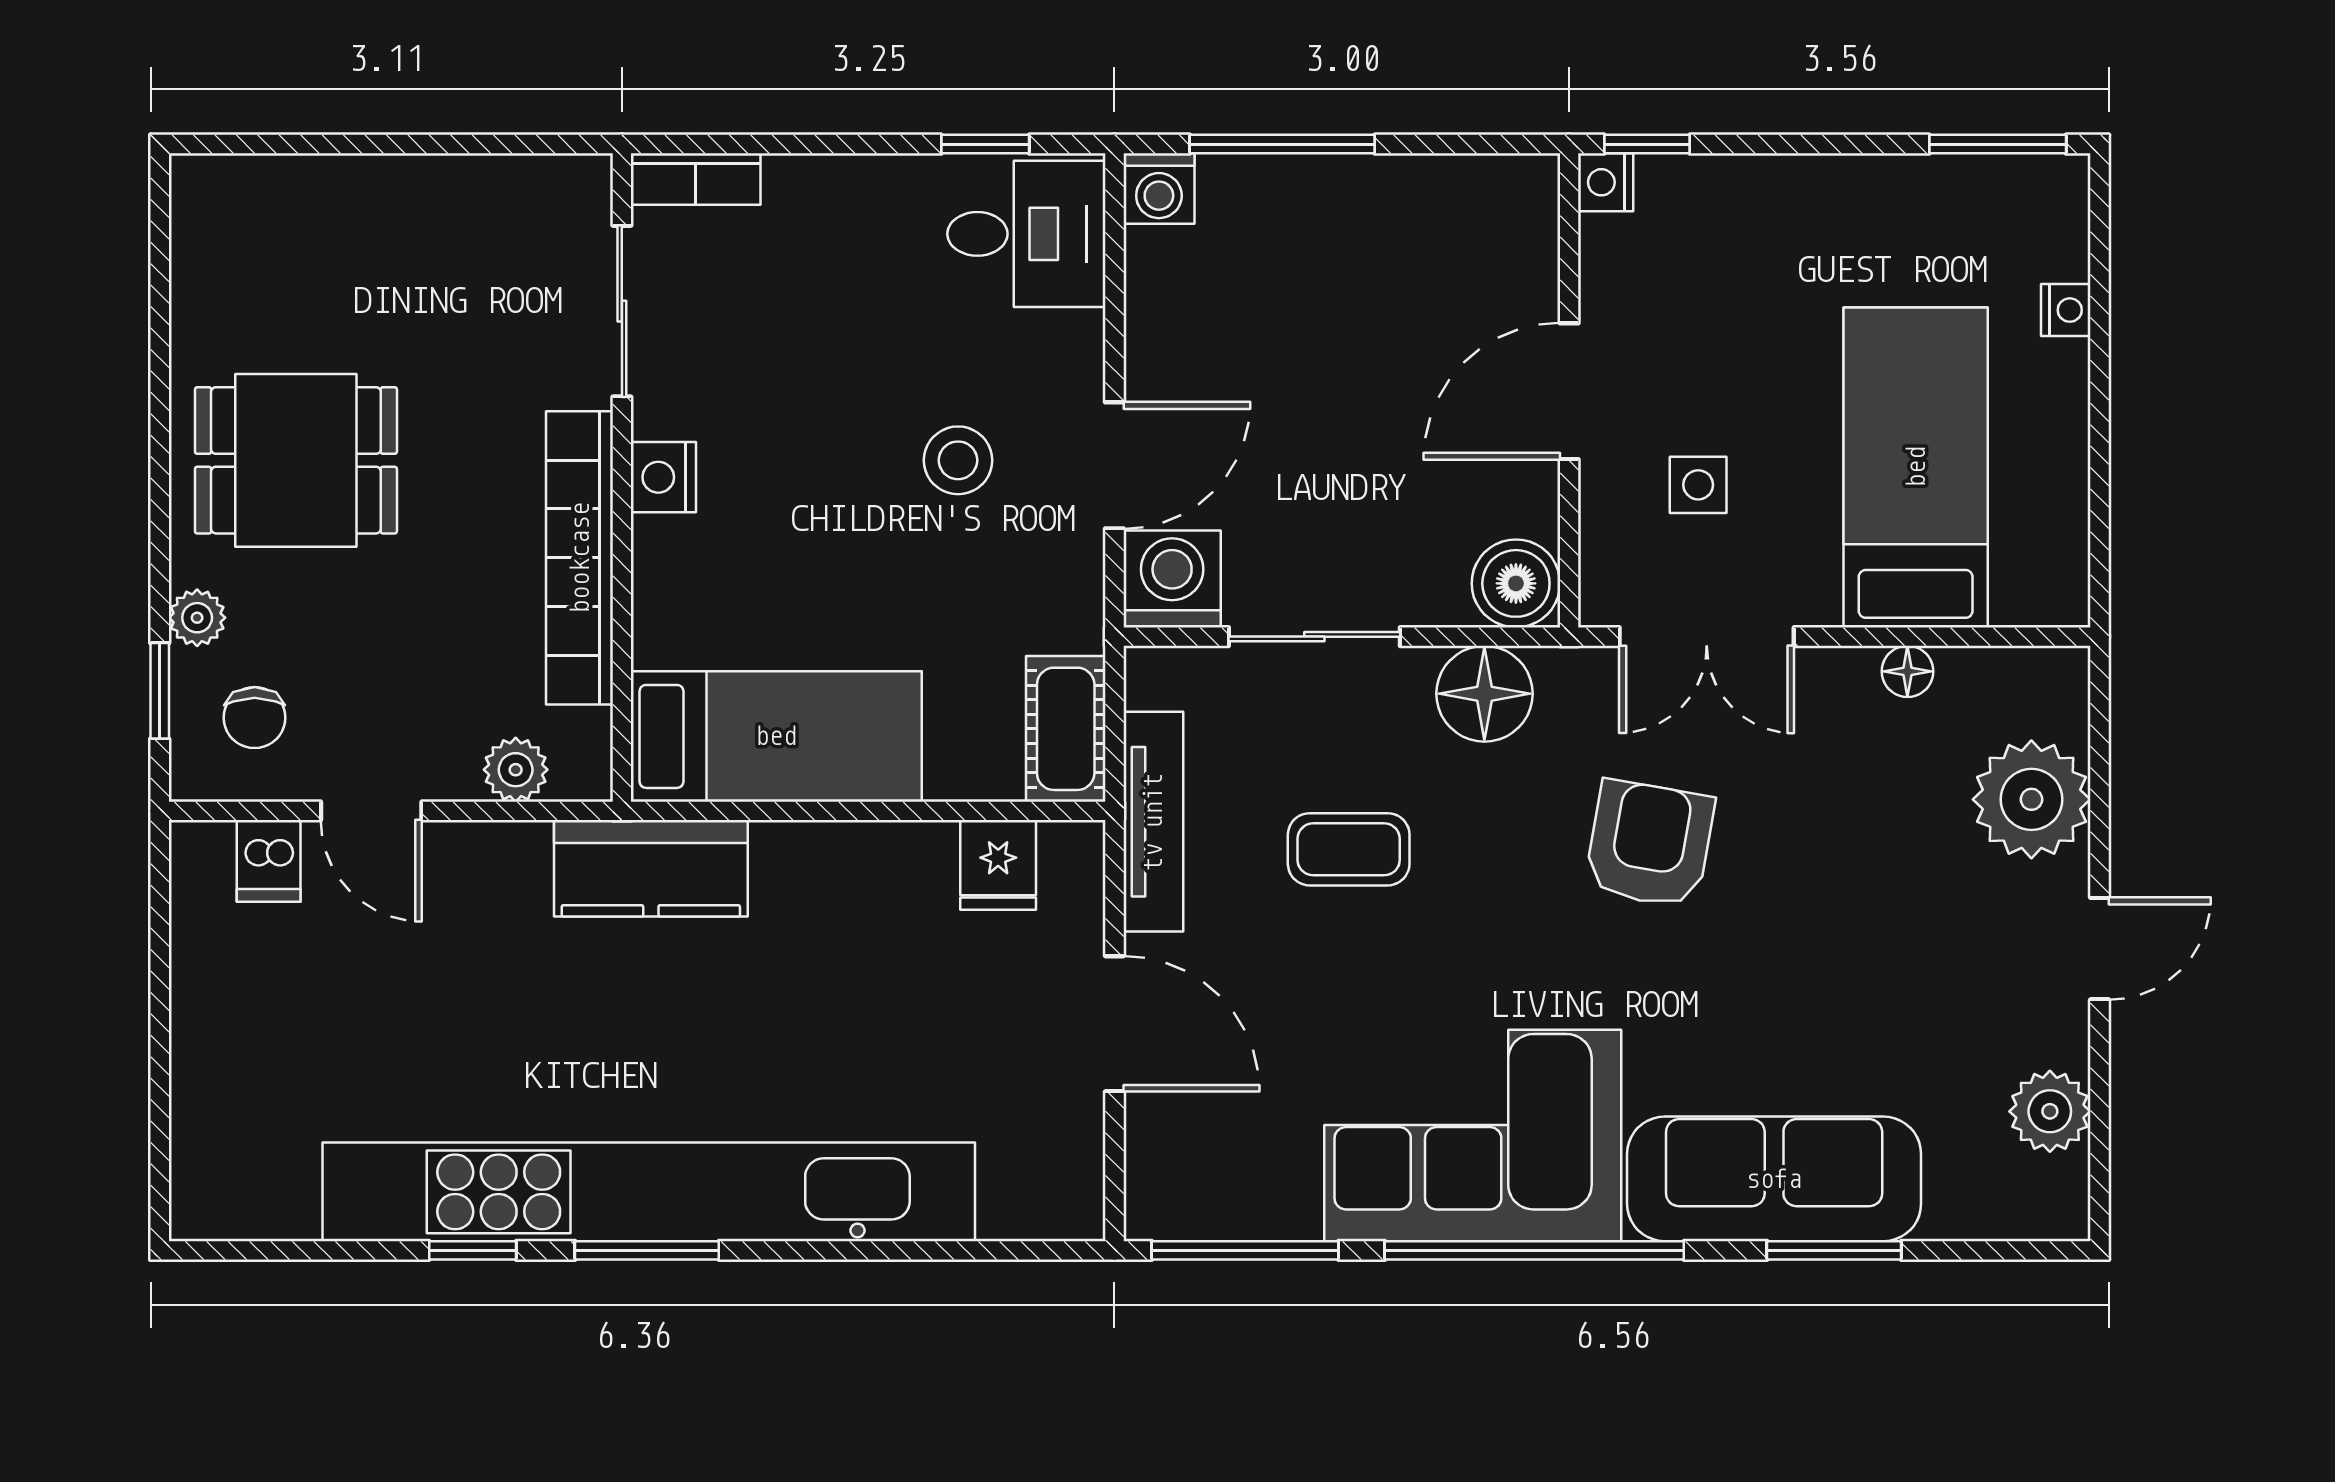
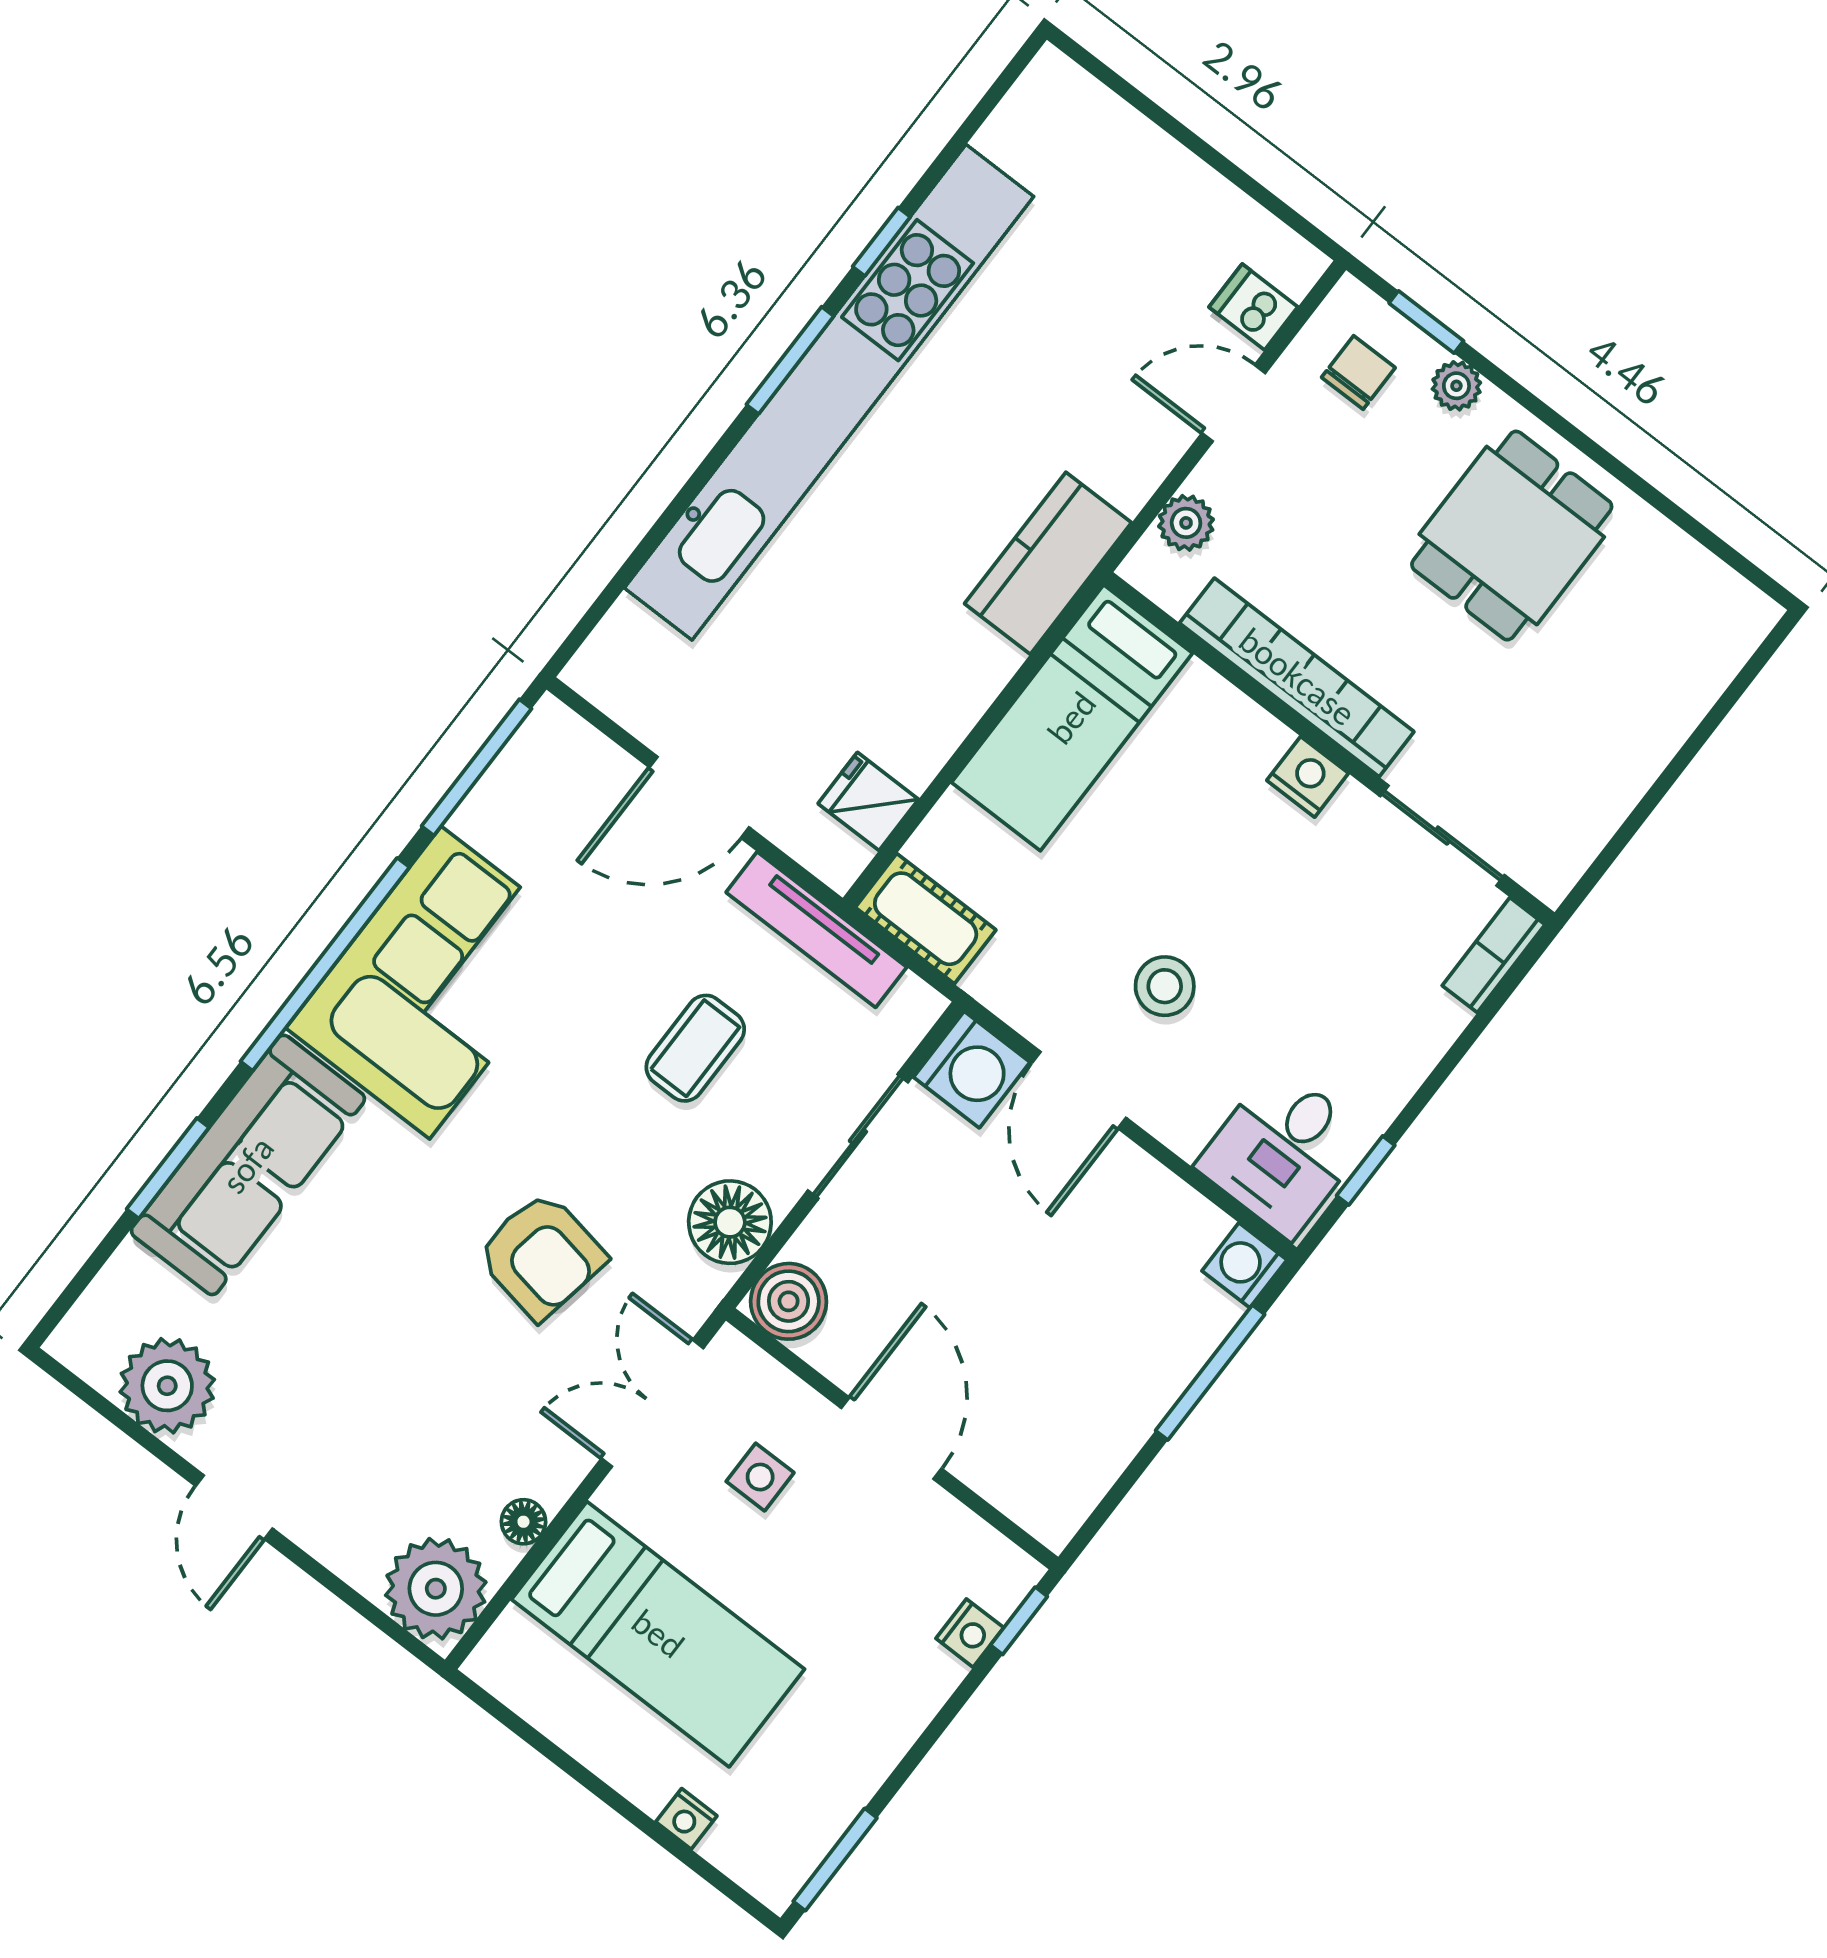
nightstand: (1606, 182) -> (970, 1633), moved, turned 90
chair: (255, 718) -> (1358, 373), turned 90
plant: (2031, 799) -> (436, 1589), moved
plant: (2050, 1111) -> (167, 1386), width x1.36, depth x1.36

